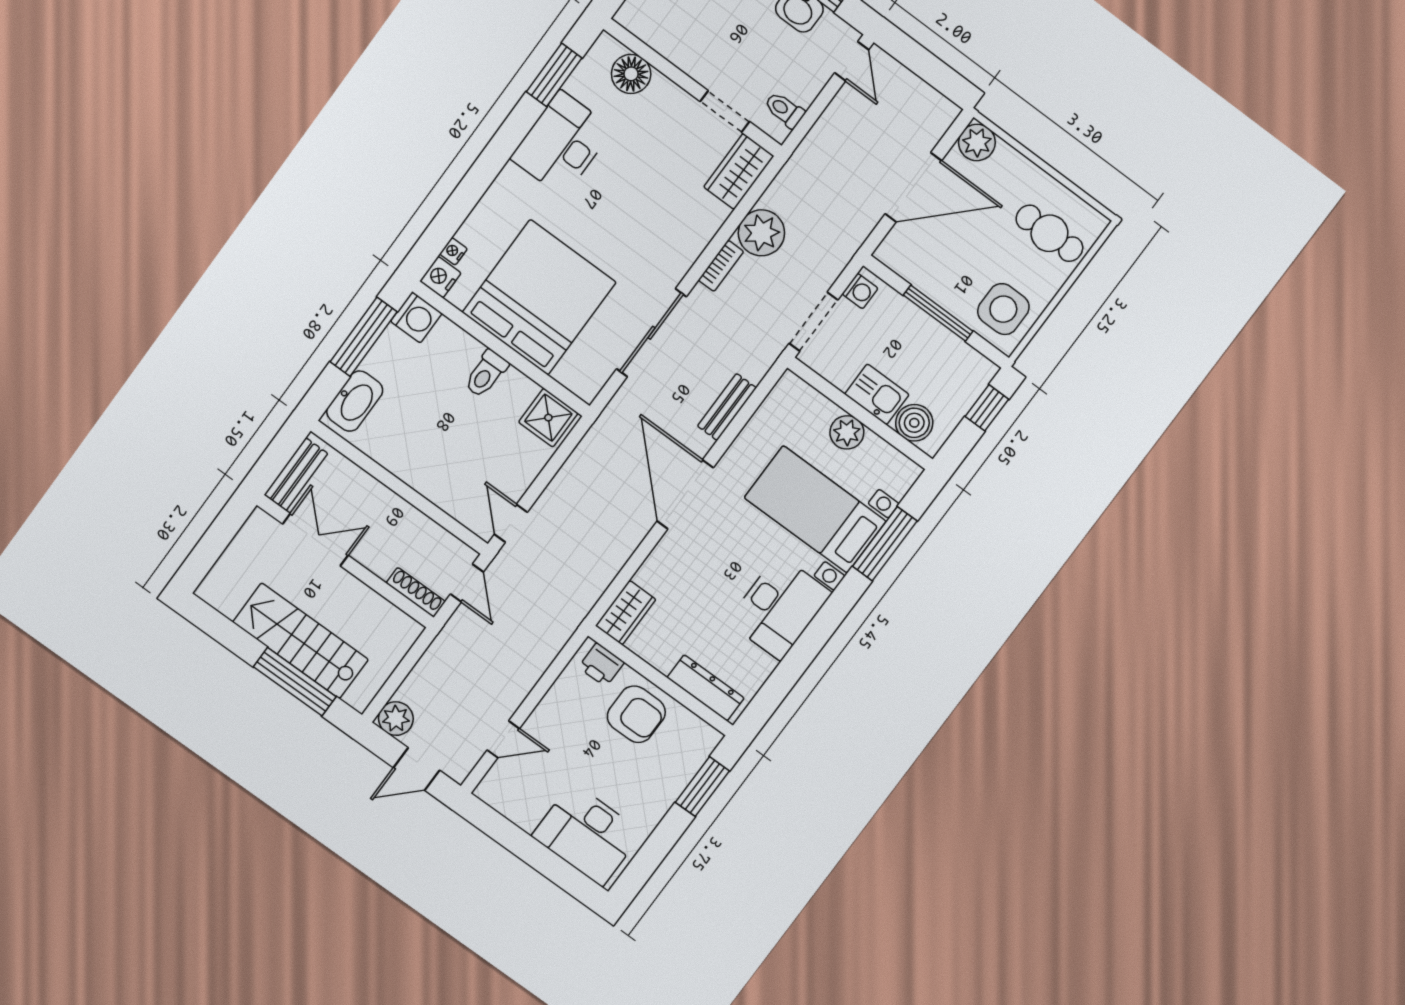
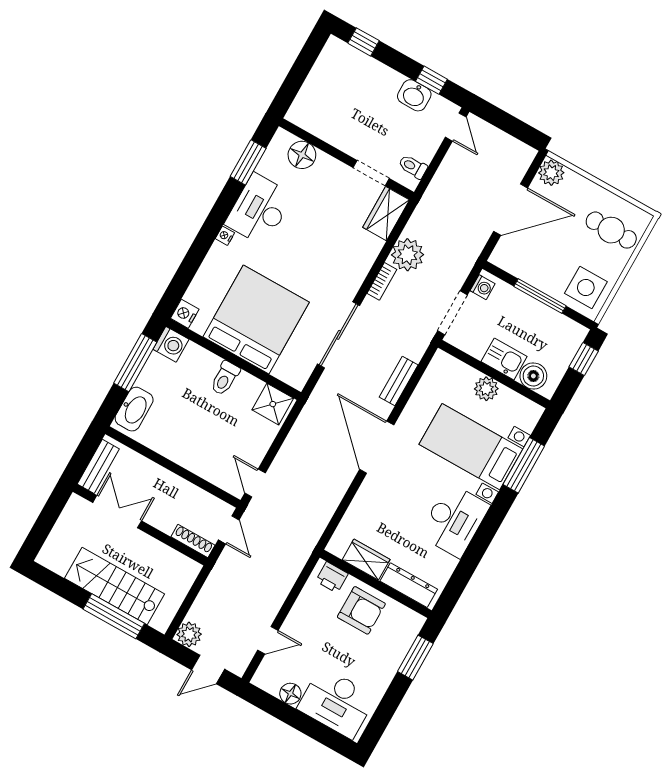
nightstand: (453, 251) -> (225, 236), moved
wardrobe: (626, 613) -> (366, 560), moved, turned -90
floor lamp: (525, 815) -> (290, 694), added

